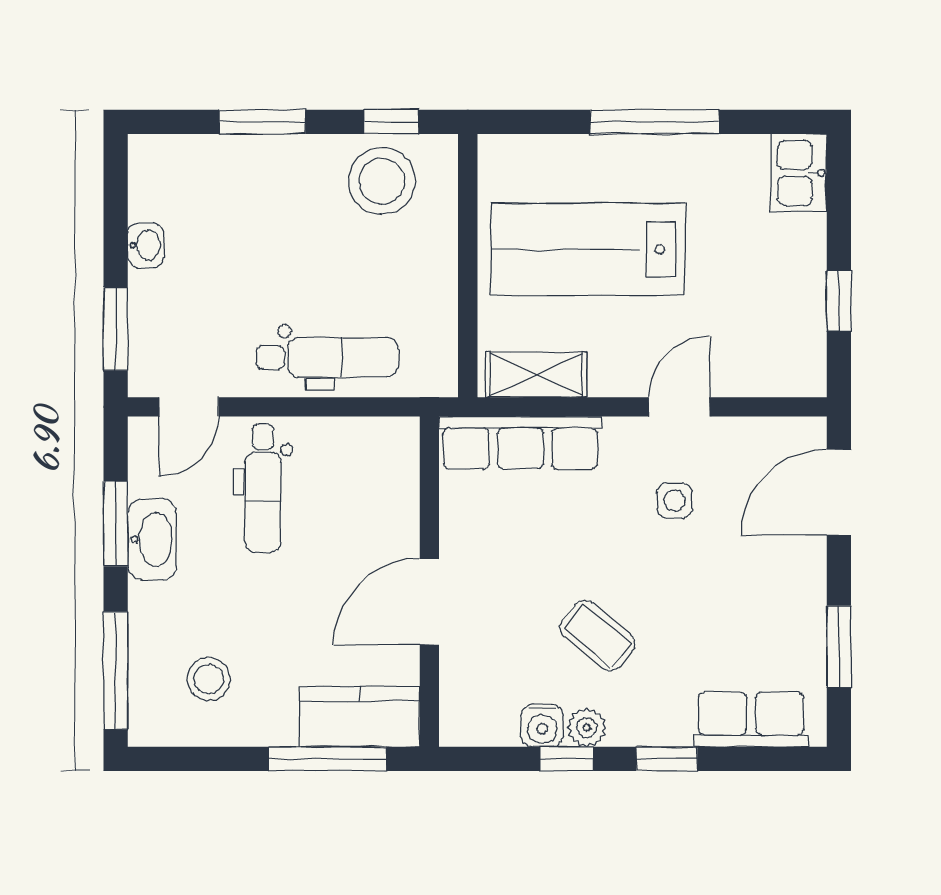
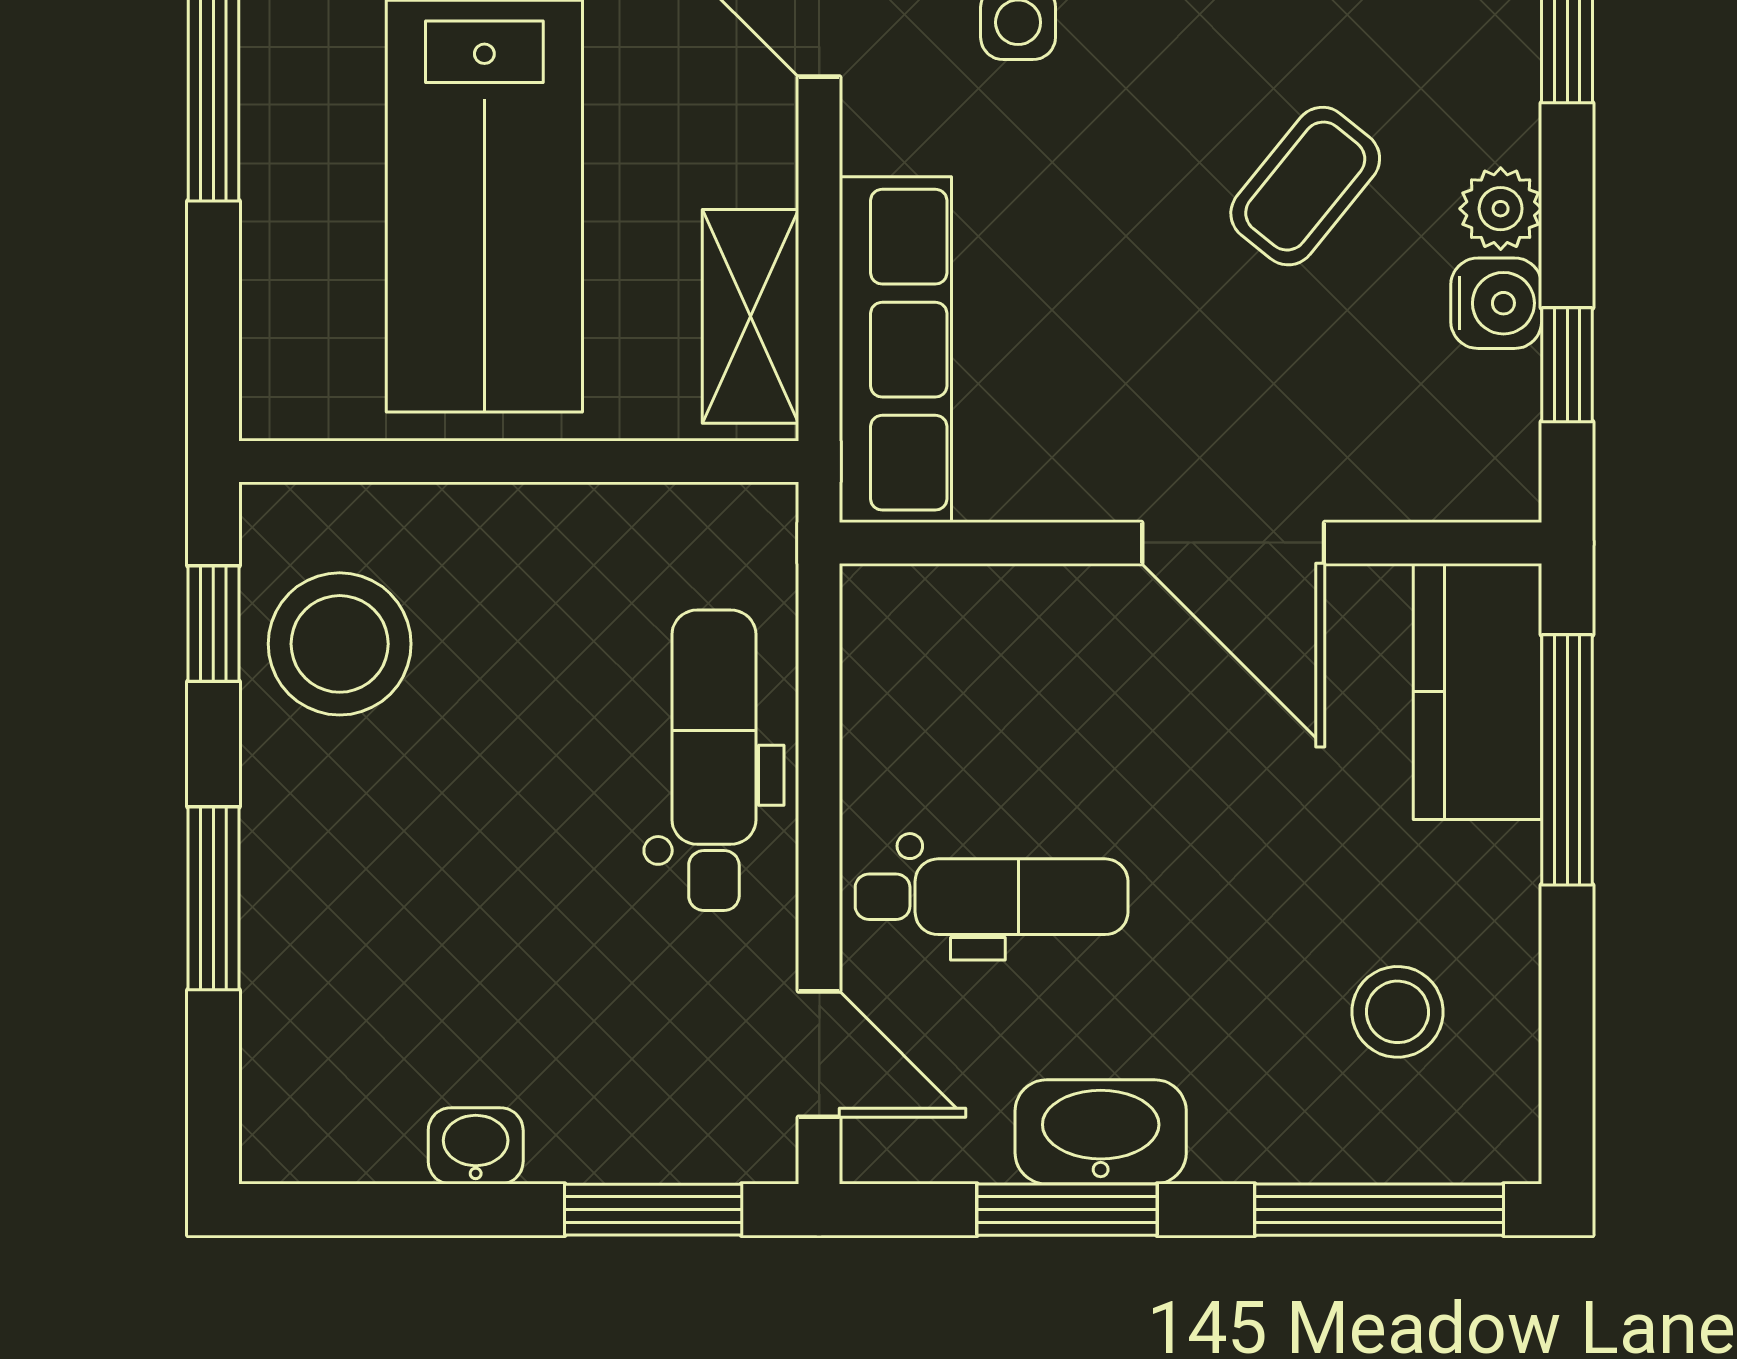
window: (567, 759) -> (1567, 365), moved

